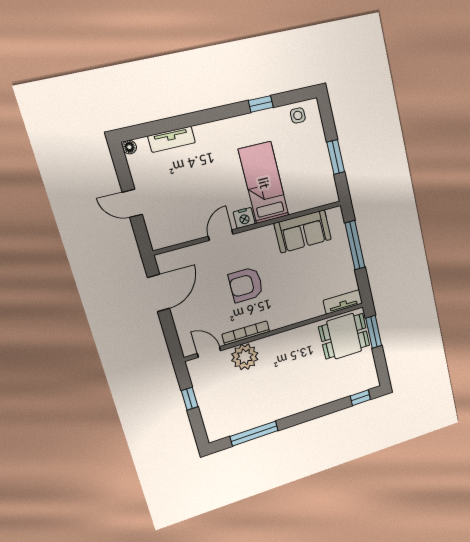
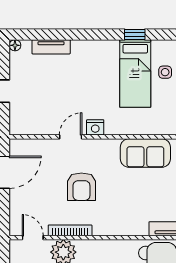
side table: (298, 115) -> (165, 72), moved
bed: (264, 183) -> (135, 73), moved, turned 180
armchair: (246, 285) -> (81, 187), turned -90

